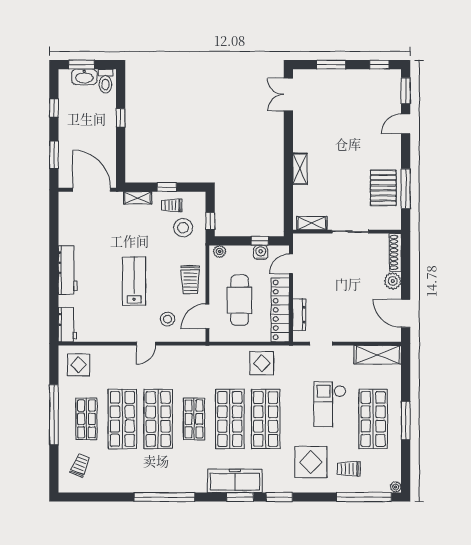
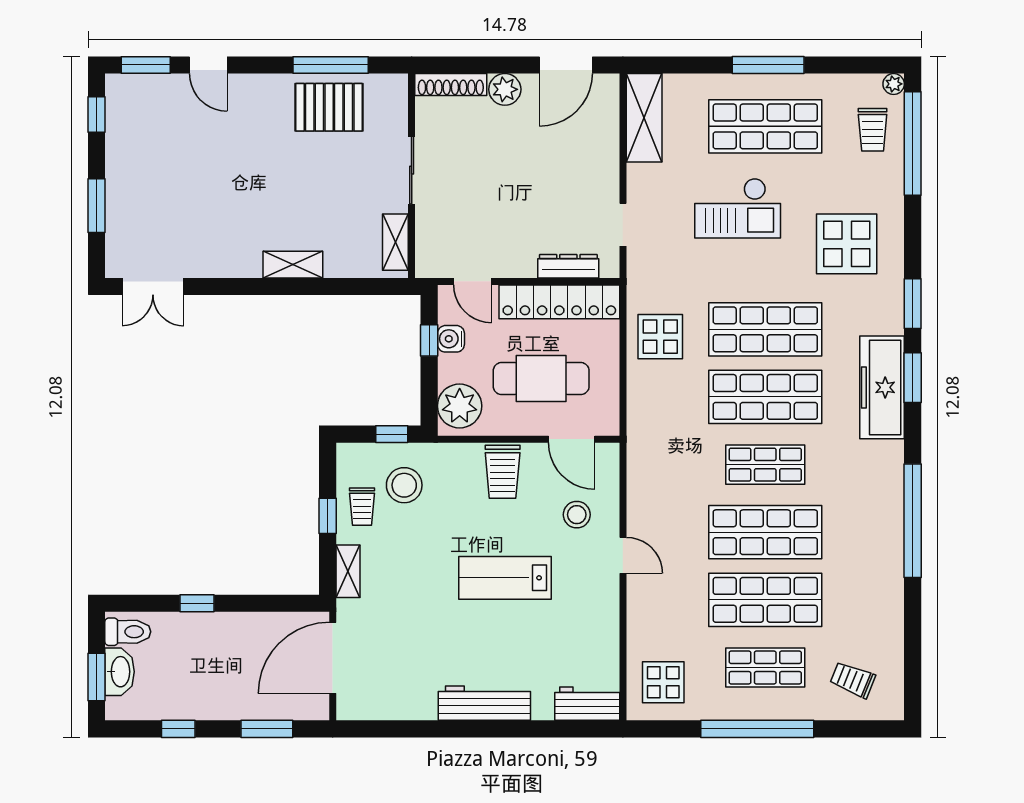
plant: (220, 252) -> (460, 406), width x1.88, depth x1.88
trolley: (190, 280) -> (503, 472), turned 90
trolley: (349, 469) -> (873, 130), moved

